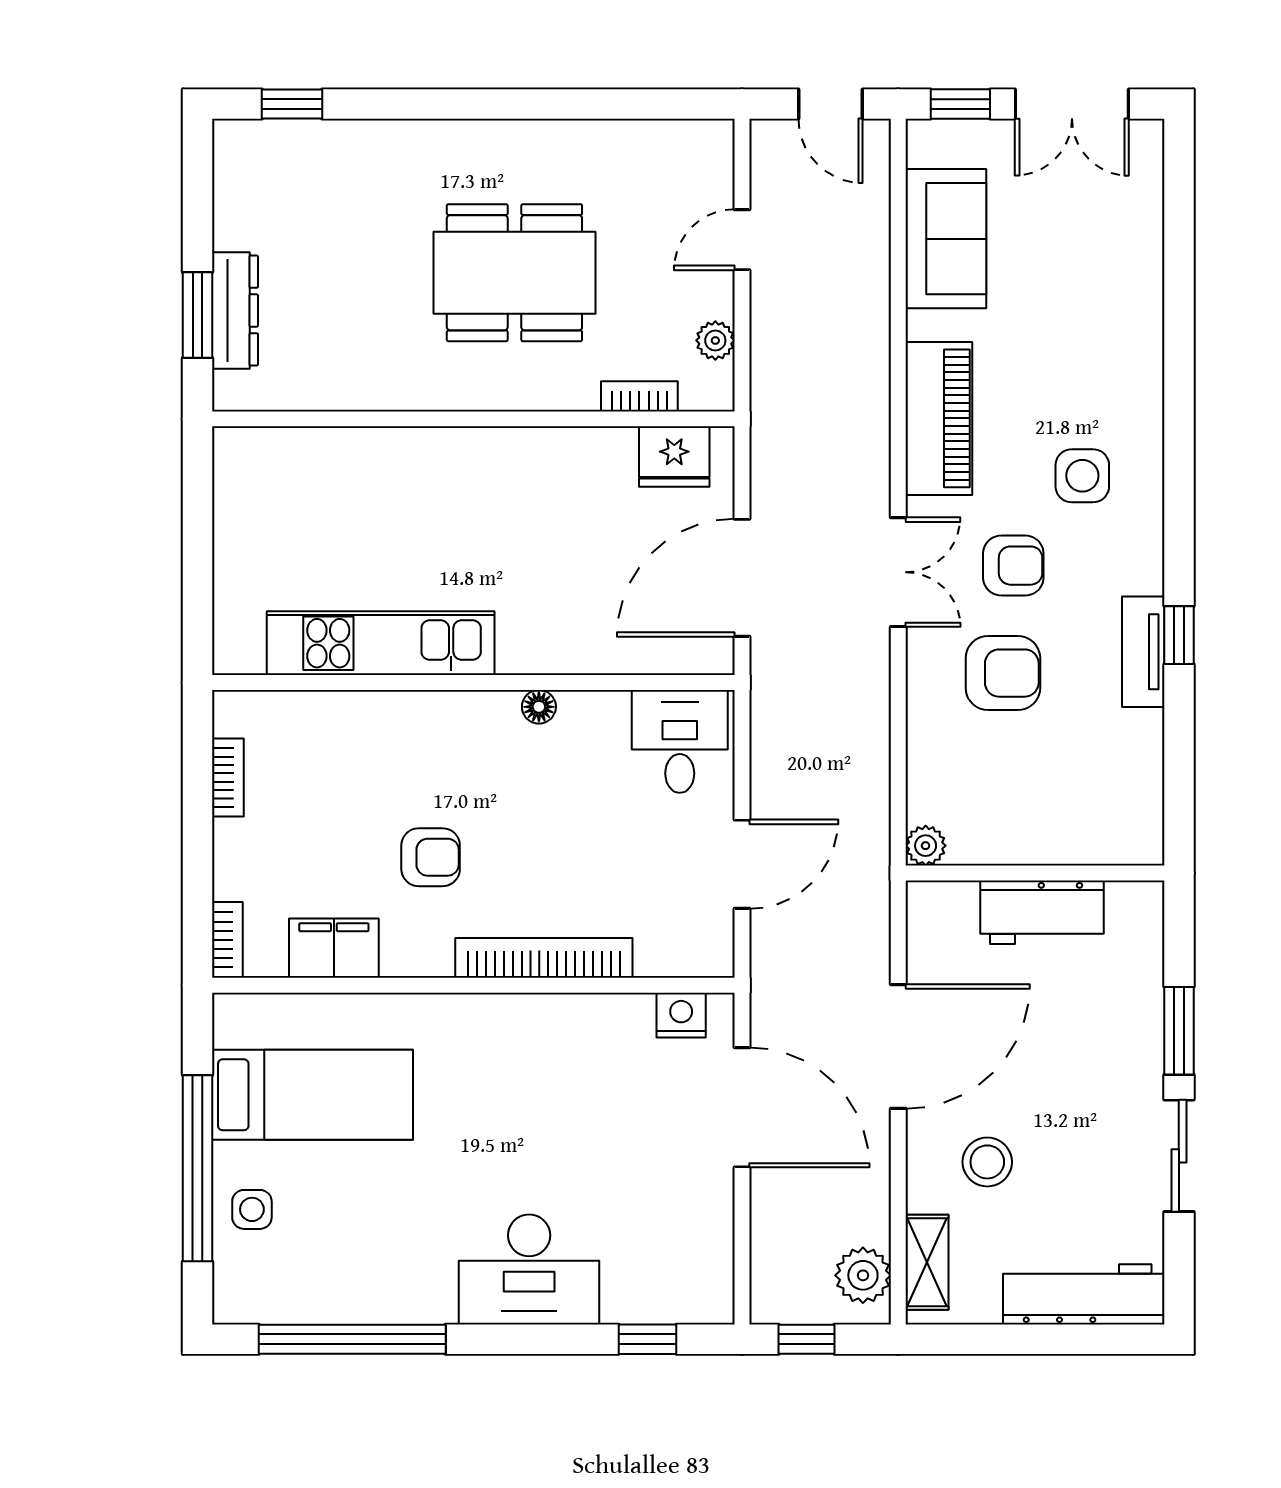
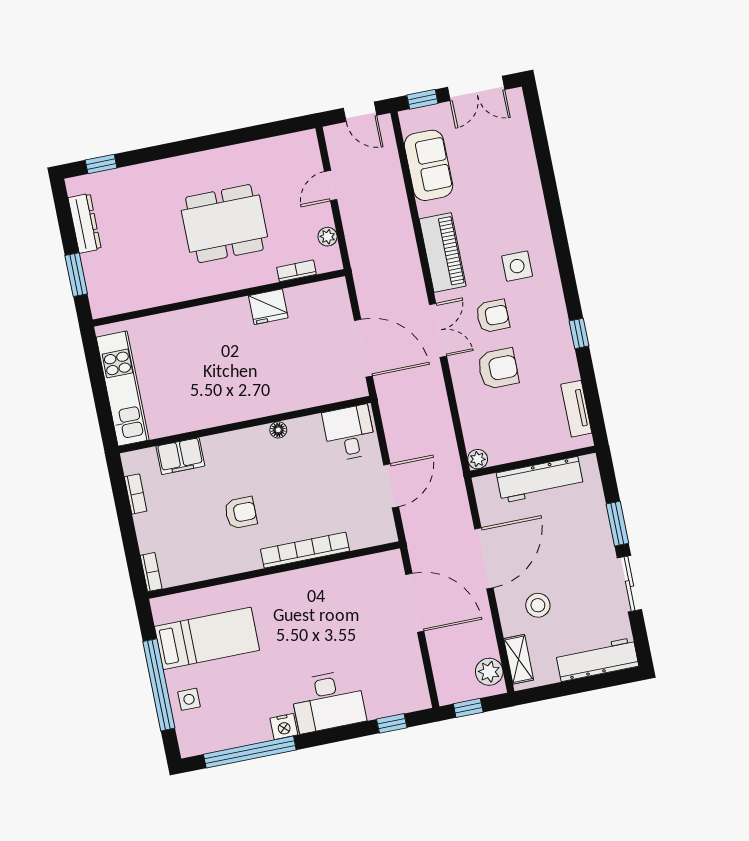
dresser: (235, 311) -> (85, 223), moved
fridge: (674, 457) -> (268, 307), moved
door: (742, 578) -> (363, 348), swing flipped
kitchen unit: (381, 643) -> (123, 389), moved, turned 90
tv unit: (1143, 652) -> (576, 409), moved
workbench: (1042, 912) -> (540, 480), width x1.38
filing cabinet: (334, 948) -> (180, 456), moved, turned 180
nightstand: (681, 1015) -> (284, 727), moved, turned 180

